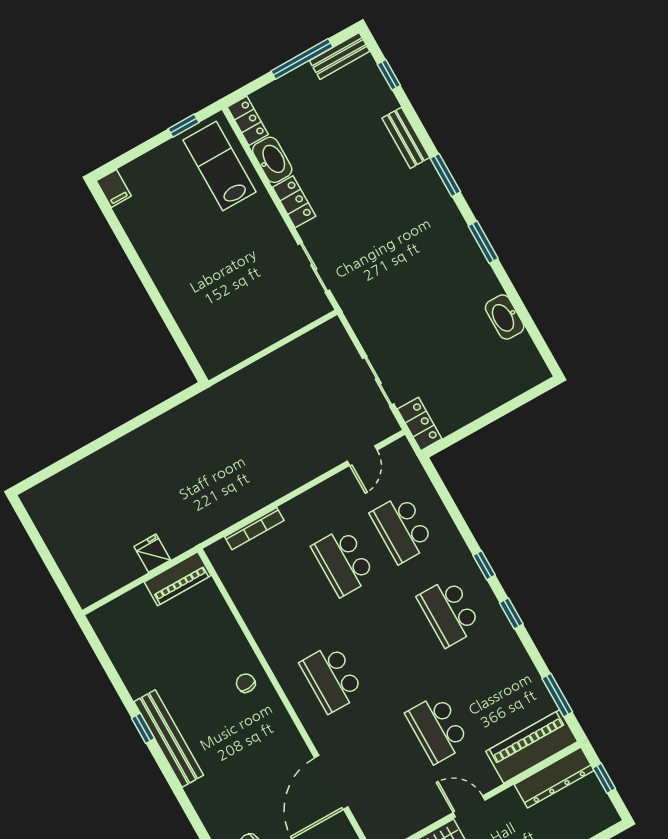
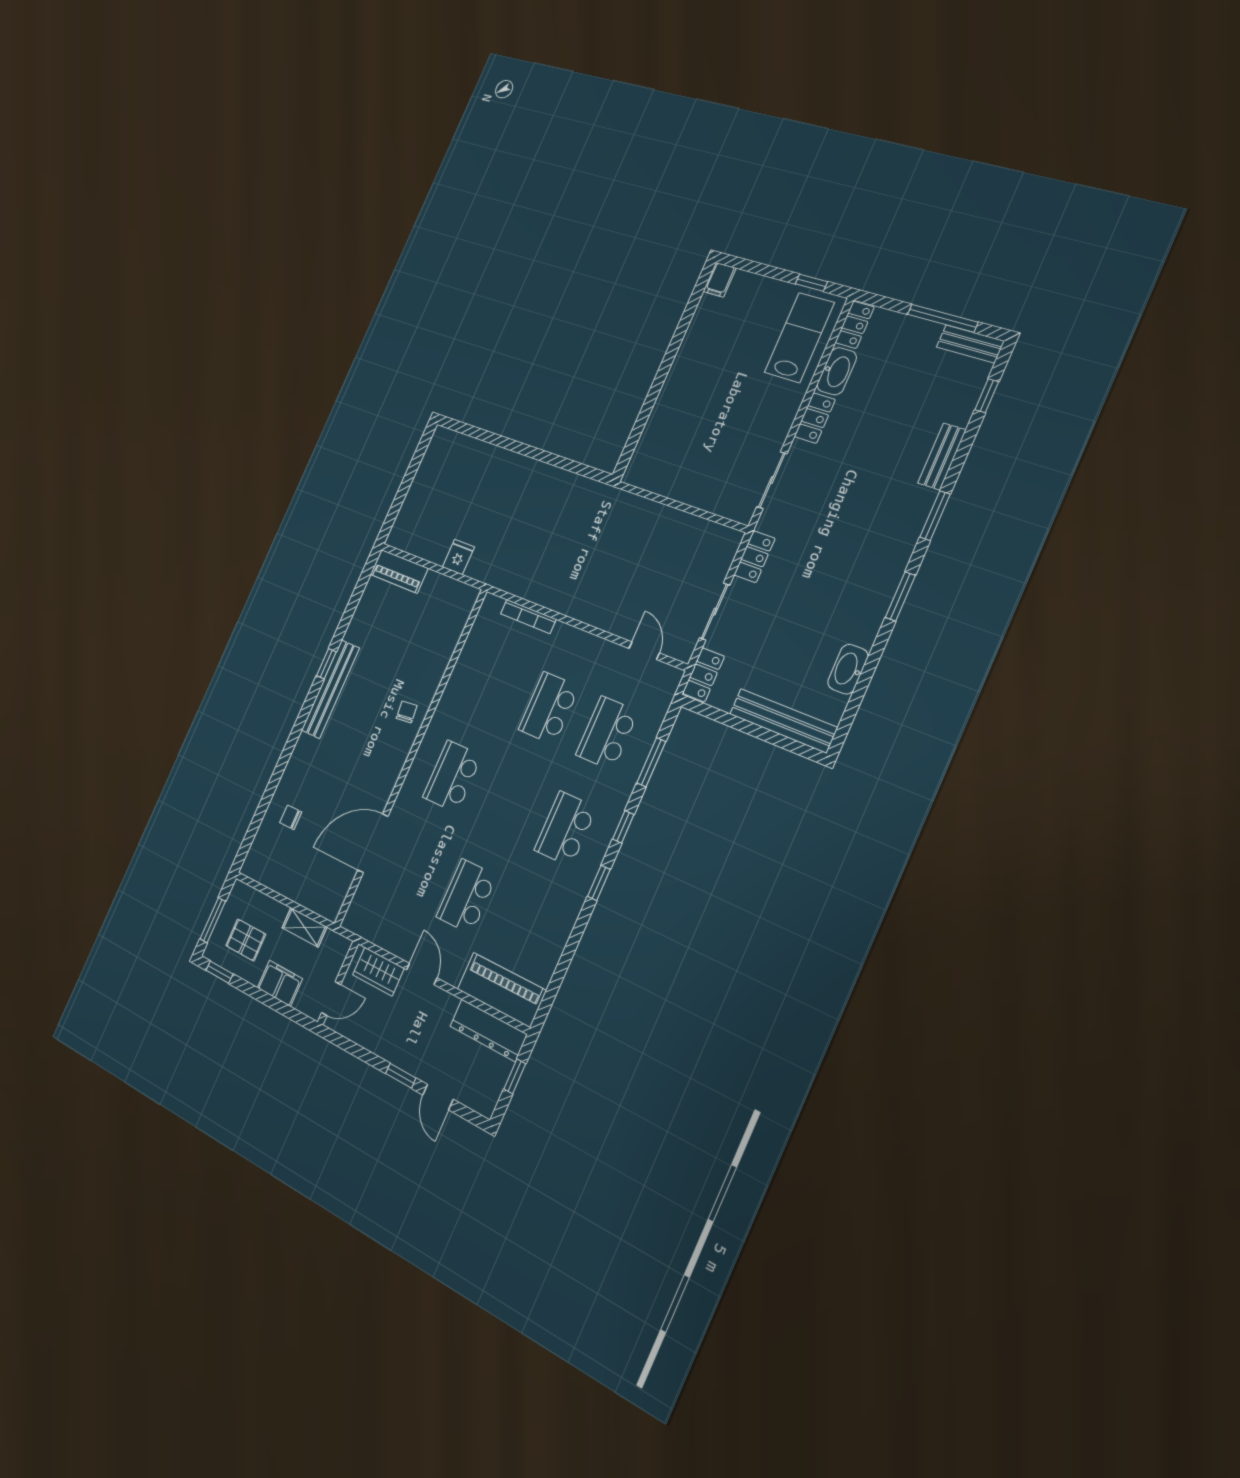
locker: (362, 322) -> (755, 557), added
bench: (503, 390) -> (783, 721), added
door: (362, 456) -> (644, 651), swing flipped
piano: (178, 579) -> (399, 571), moved
window: (557, 695) -> (651, 762), moved

